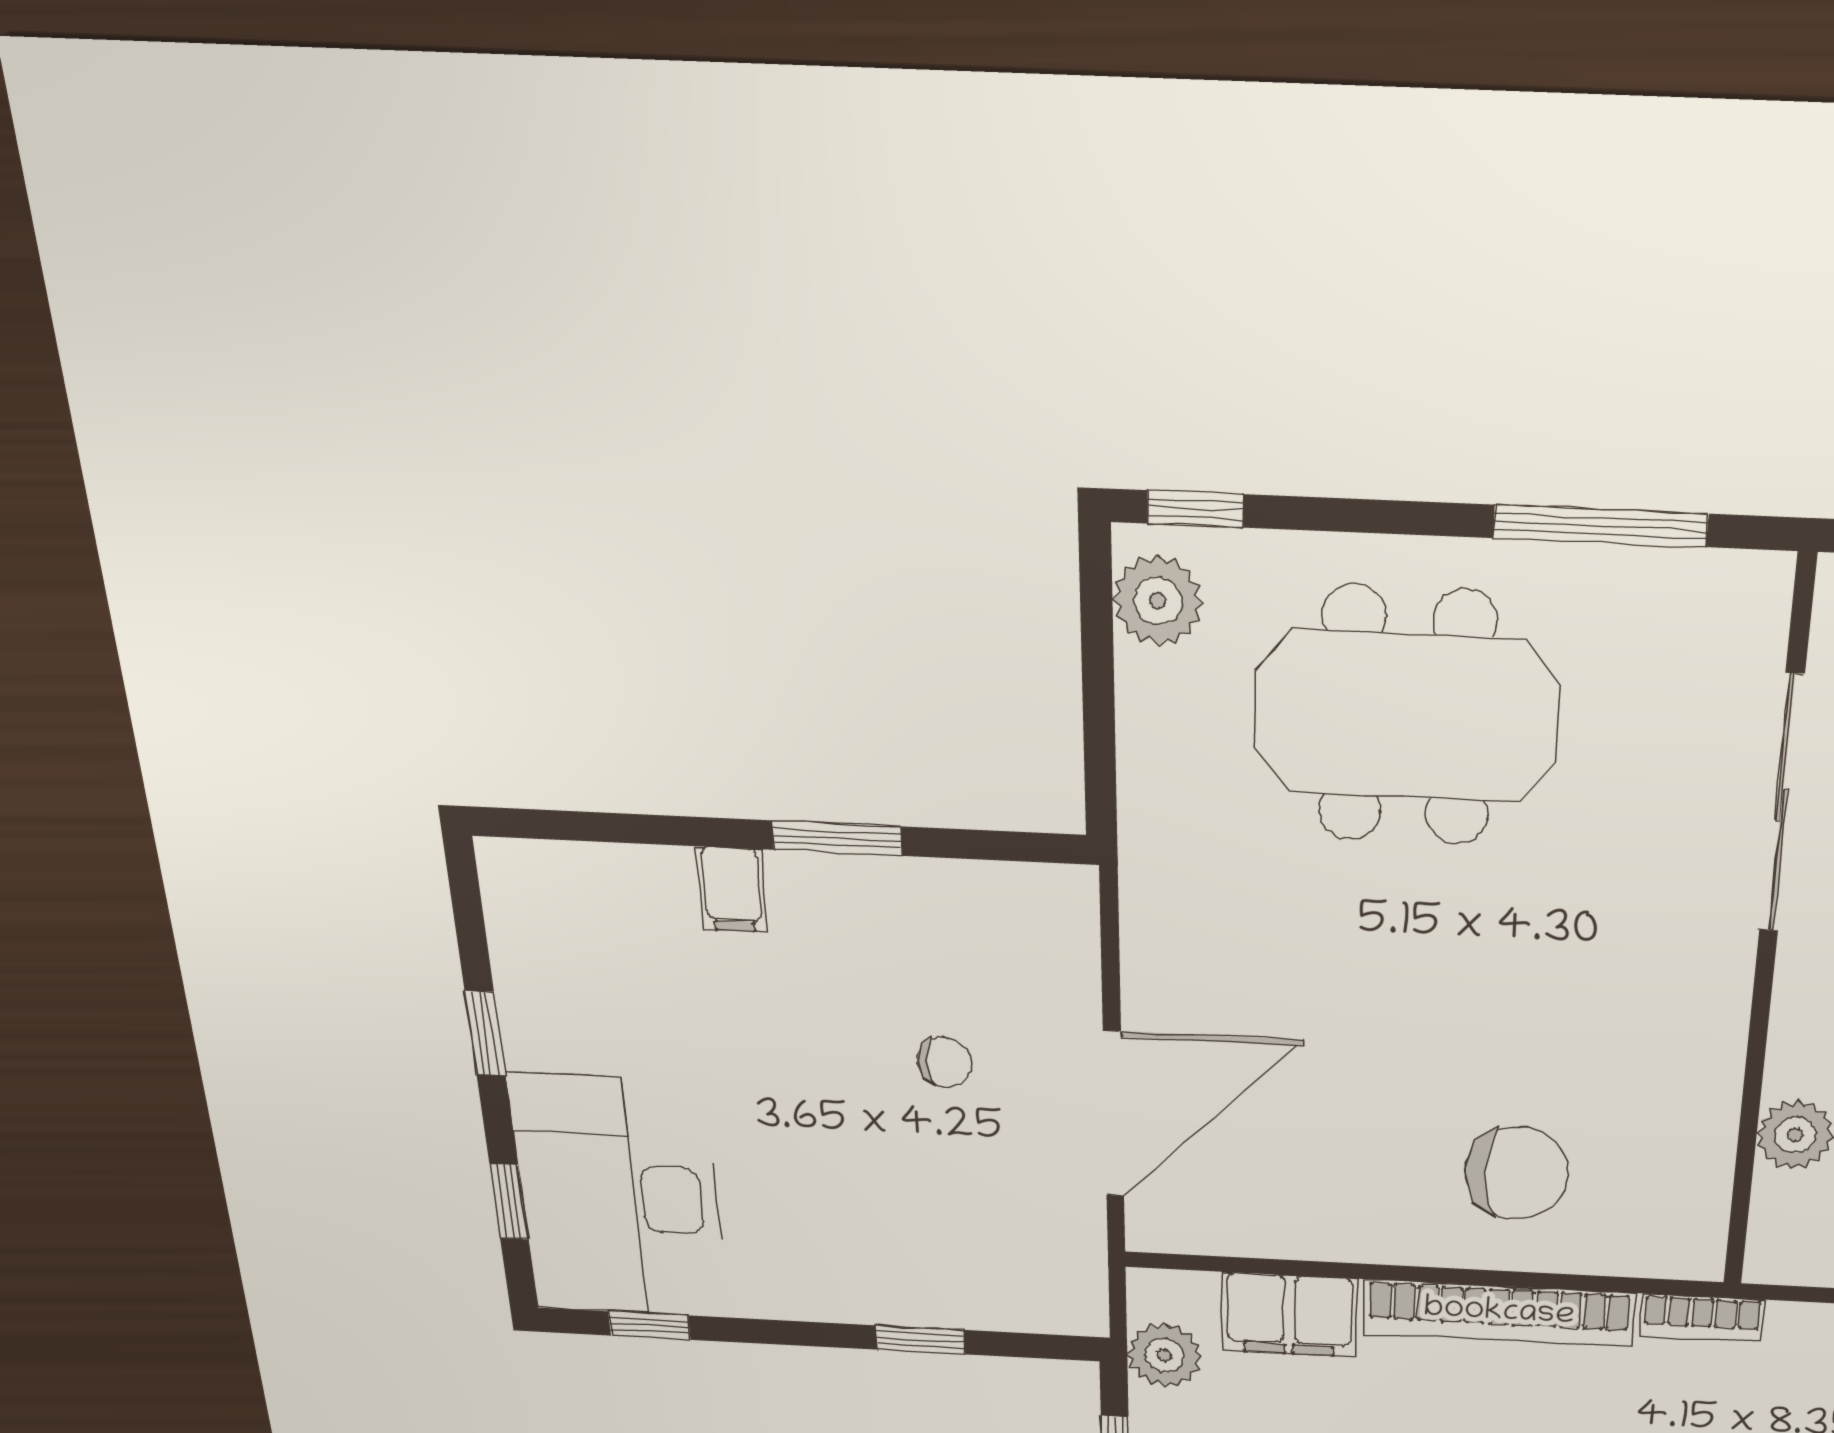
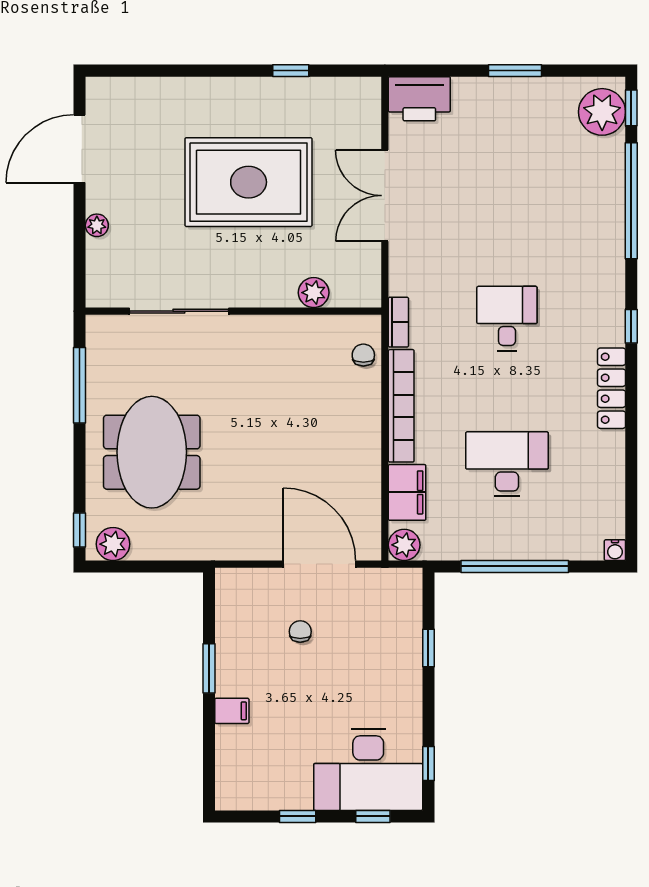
chair: (1517, 1173) -> (363, 355), moved, width x0.54, depth x0.54
plant: (1164, 1355) -> (404, 545), moved

